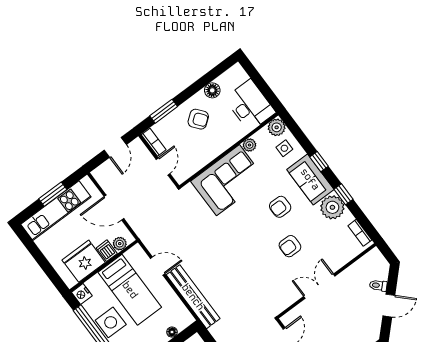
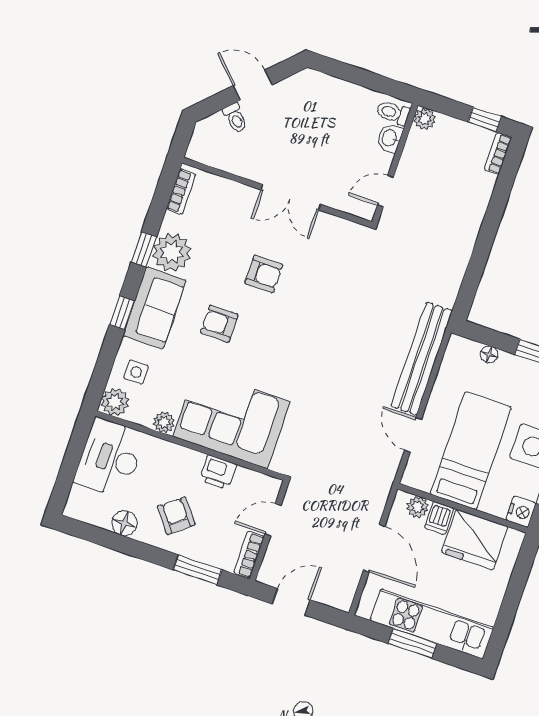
printer: (206, 155) -> (218, 472), added
armchair: (280, 207) -> (219, 324), turned 180

